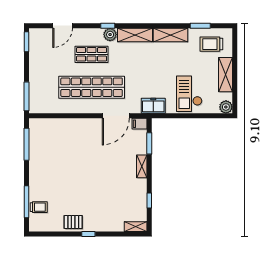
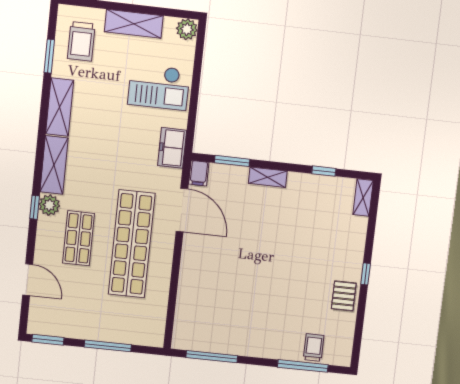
window: (26, 96) -> (108, 346), moved

